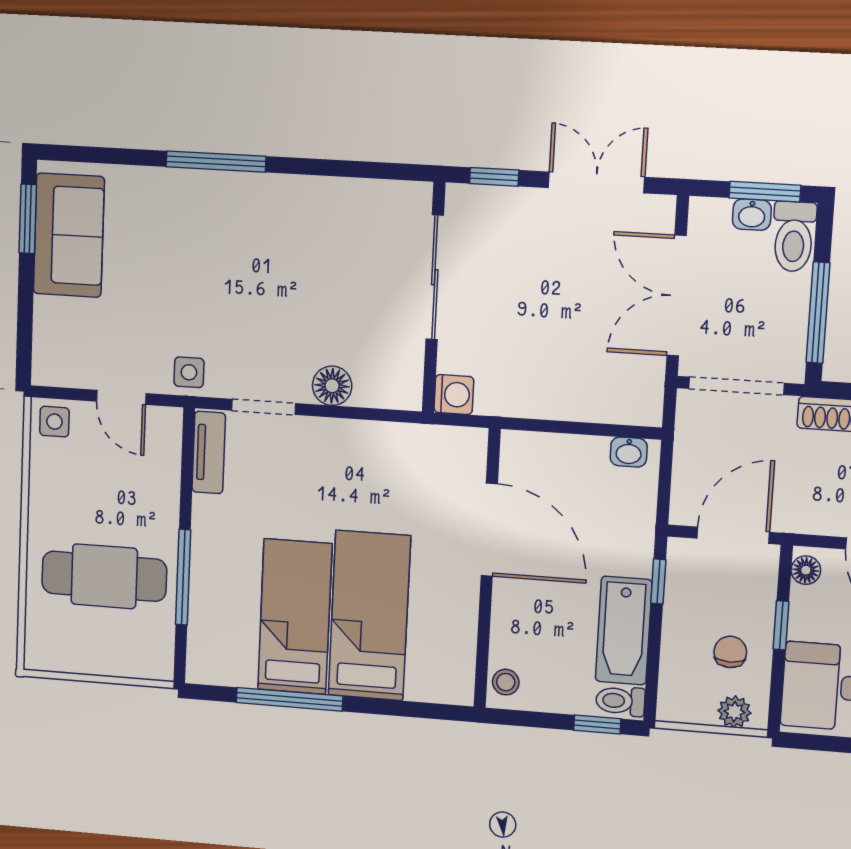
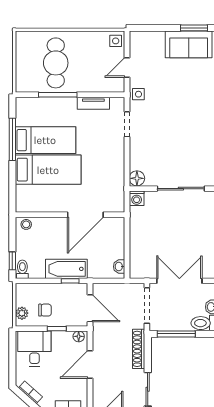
floor lamp: (332, 386) -> (137, 178), moved
tv unit: (209, 452) -> (93, 103), moved
bathtub: (624, 631) -> (66, 269), moved

